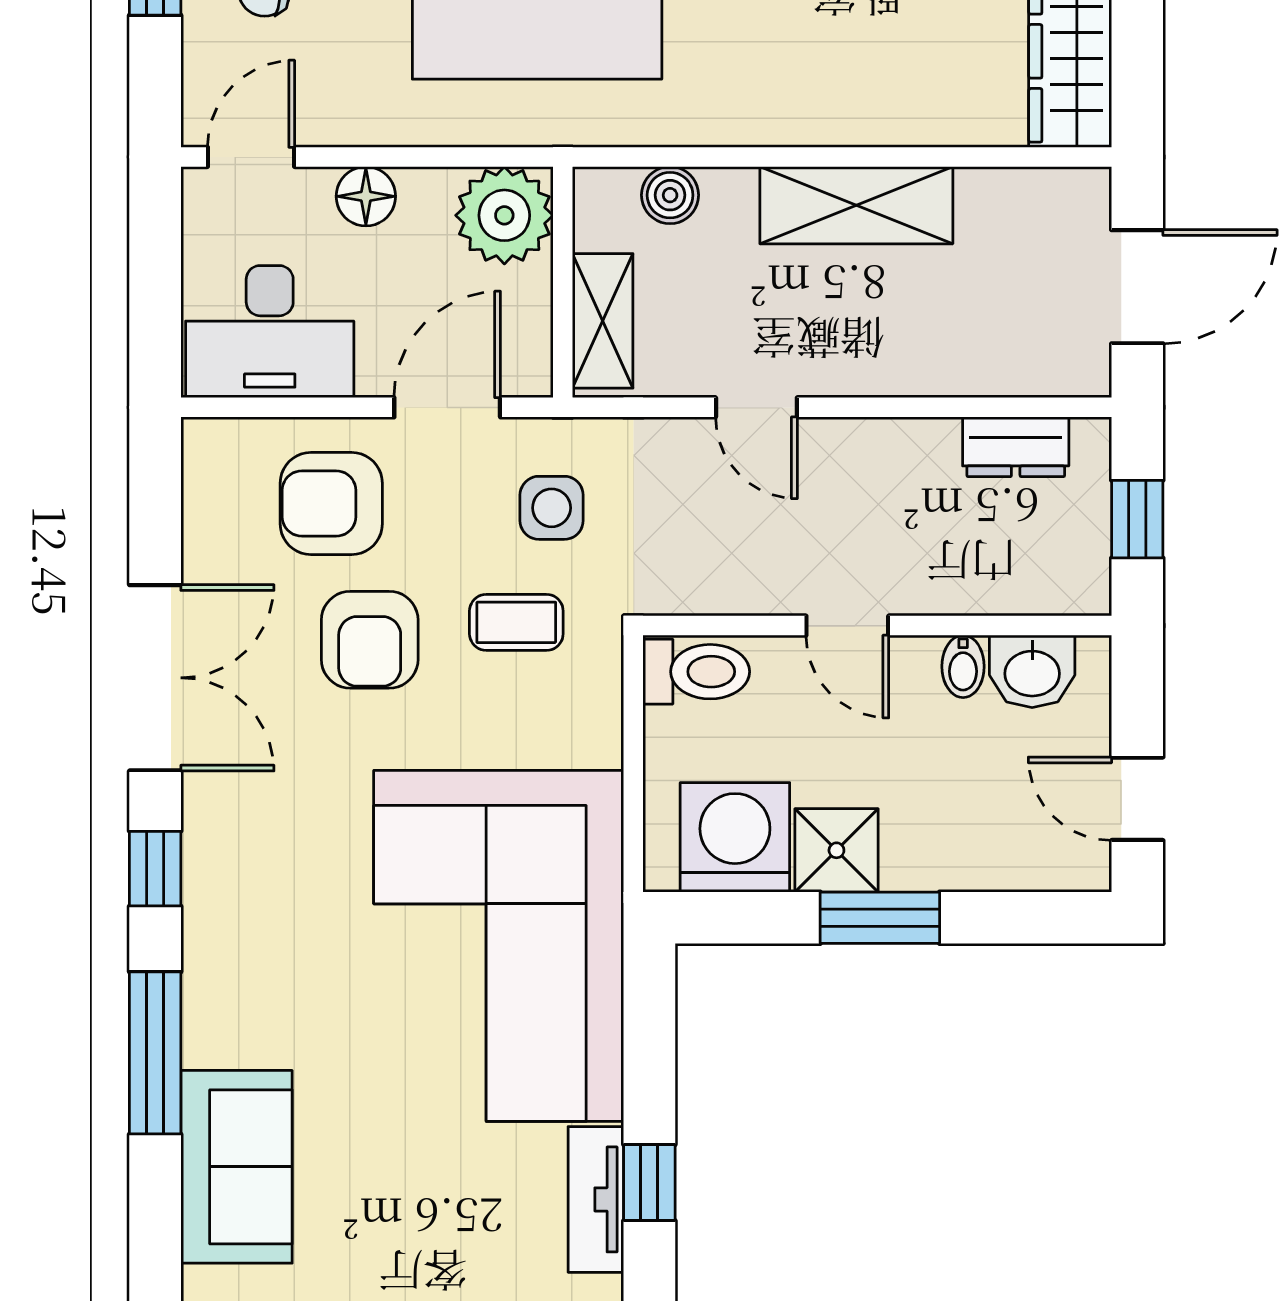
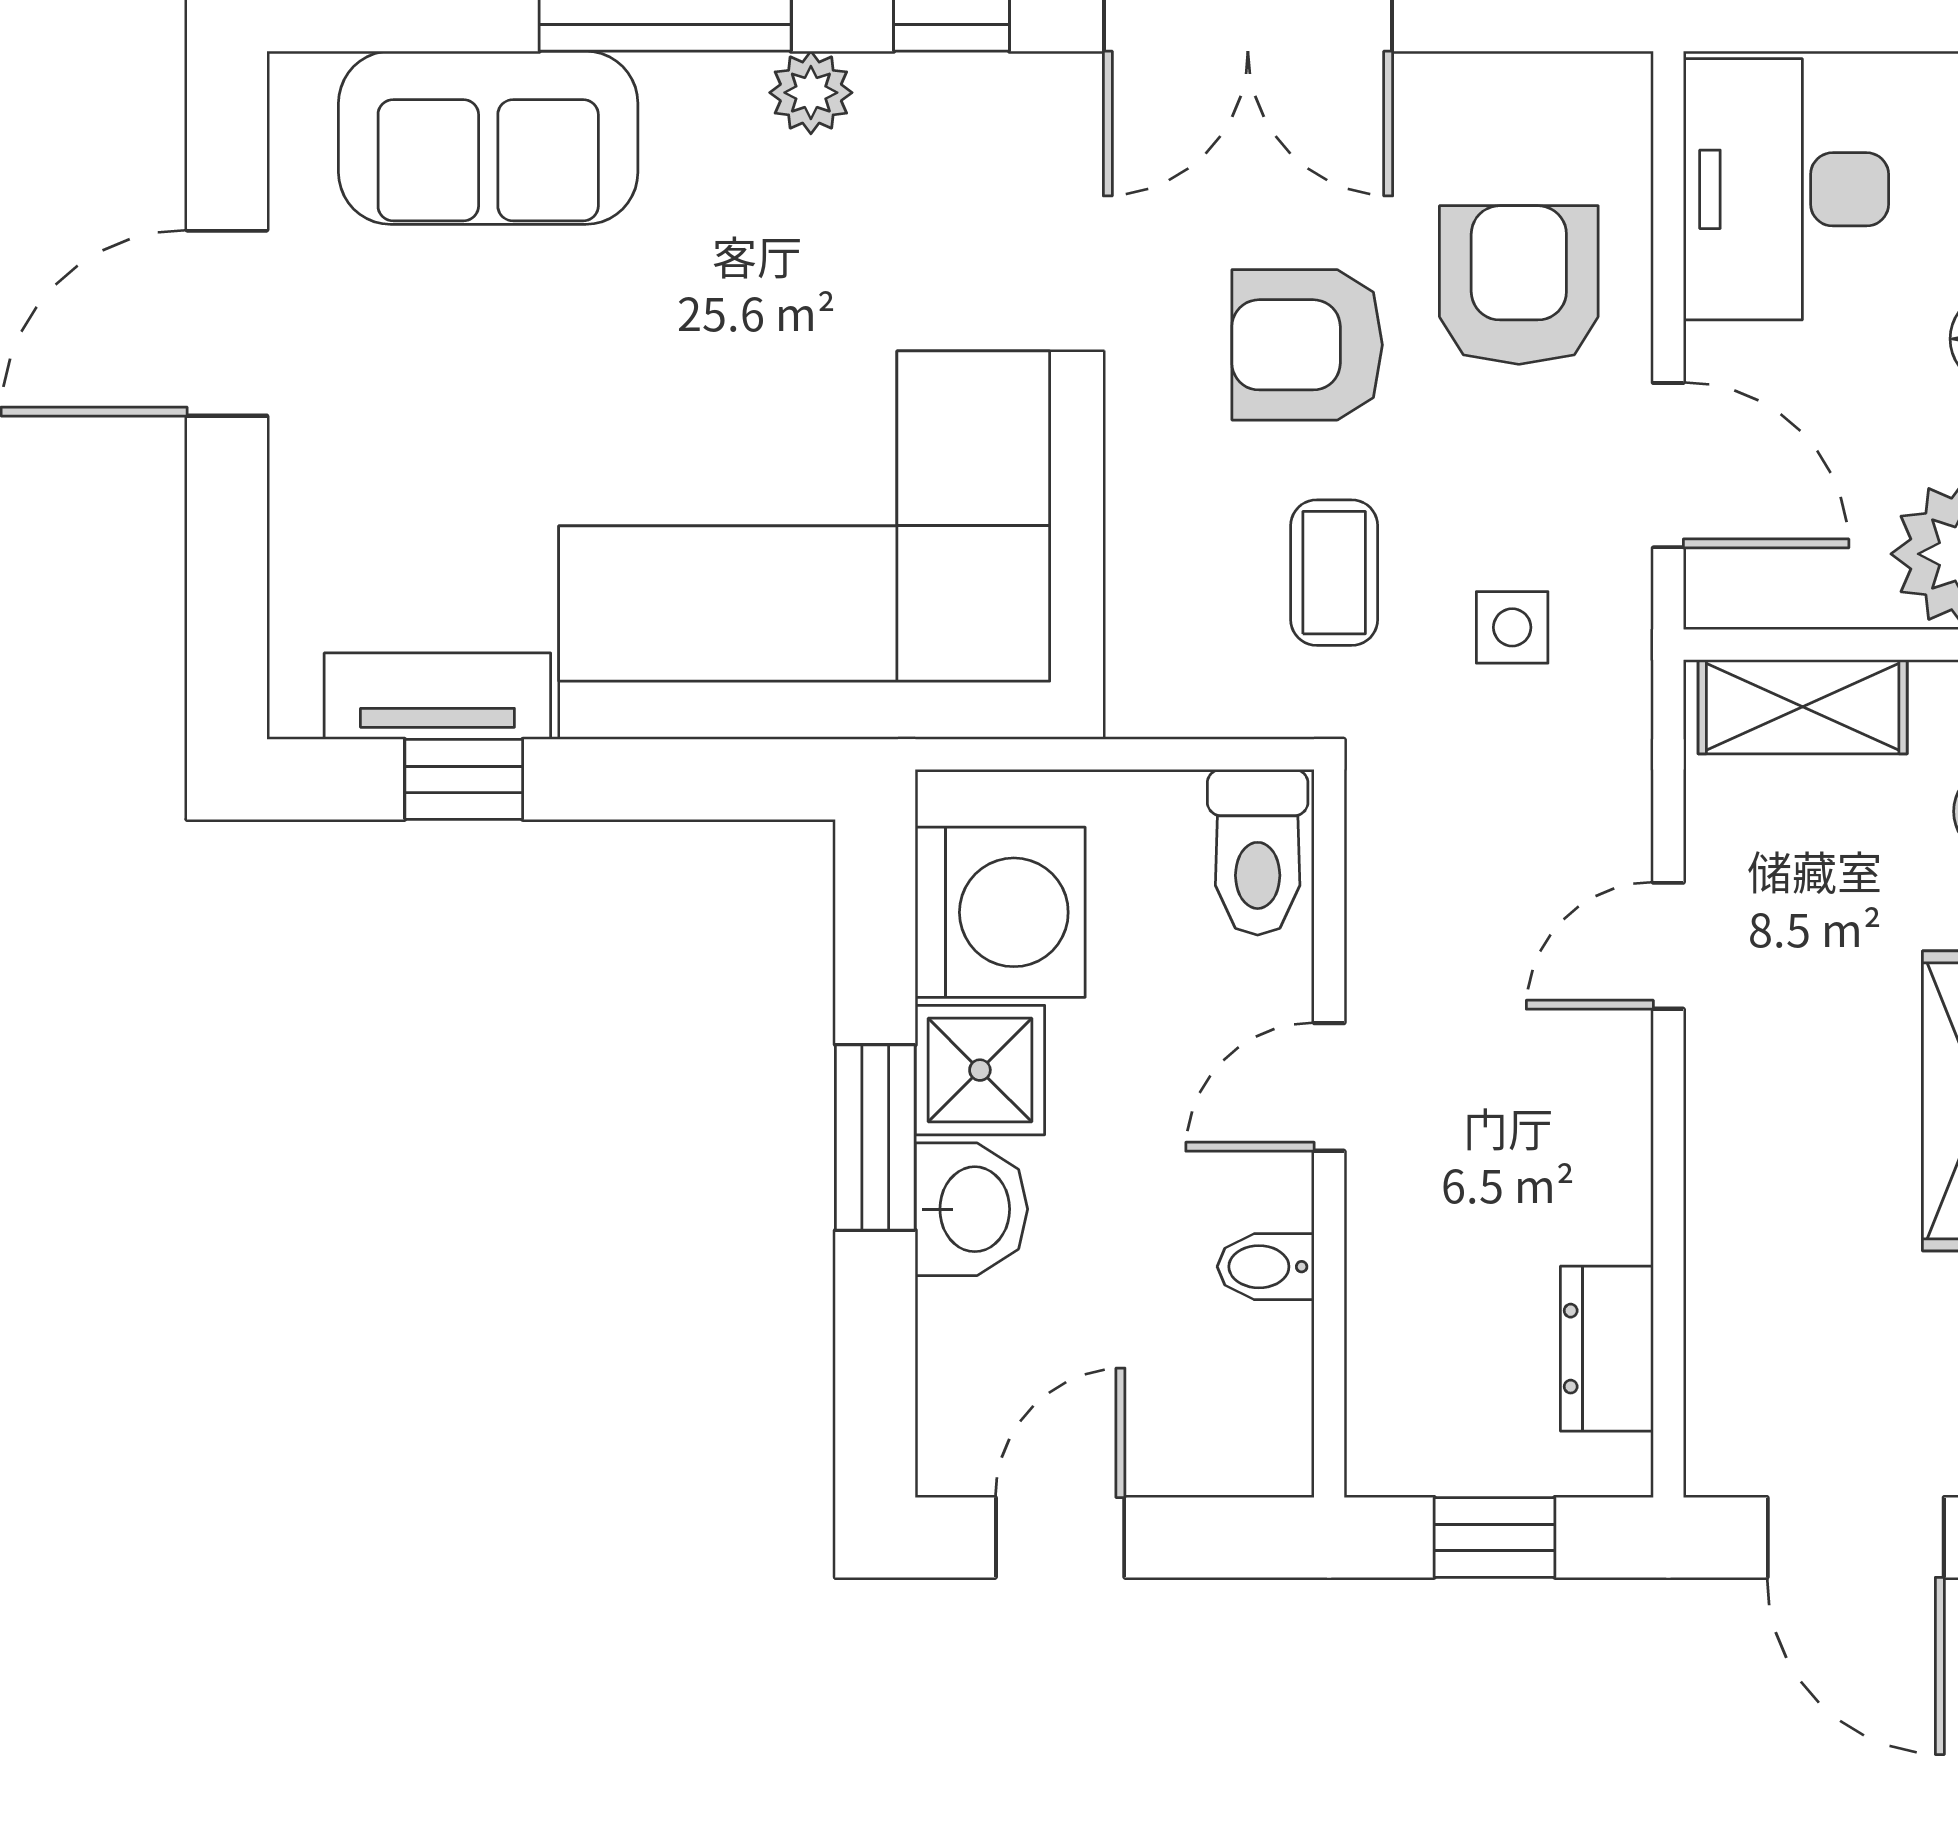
side table: (552, 508) -> (1512, 627), width x0.73, depth x0.73
washbasin: (1032, 671) -> (971, 1209), moved, turned 180
plant: (207, 959) -> (811, 93), added

